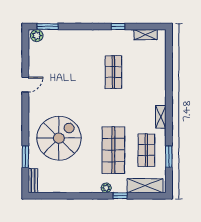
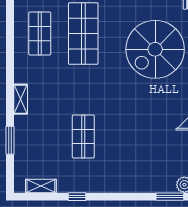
shelving: (161, 117) -> (21, 99), moved
window: (169, 157) -> (10, 140), moved

